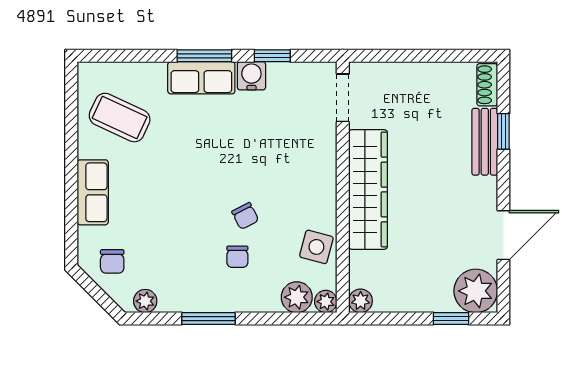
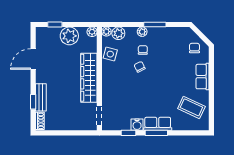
plant: (476, 291) -> (69, 36), moved
plant: (145, 301) -> (142, 32), moved

